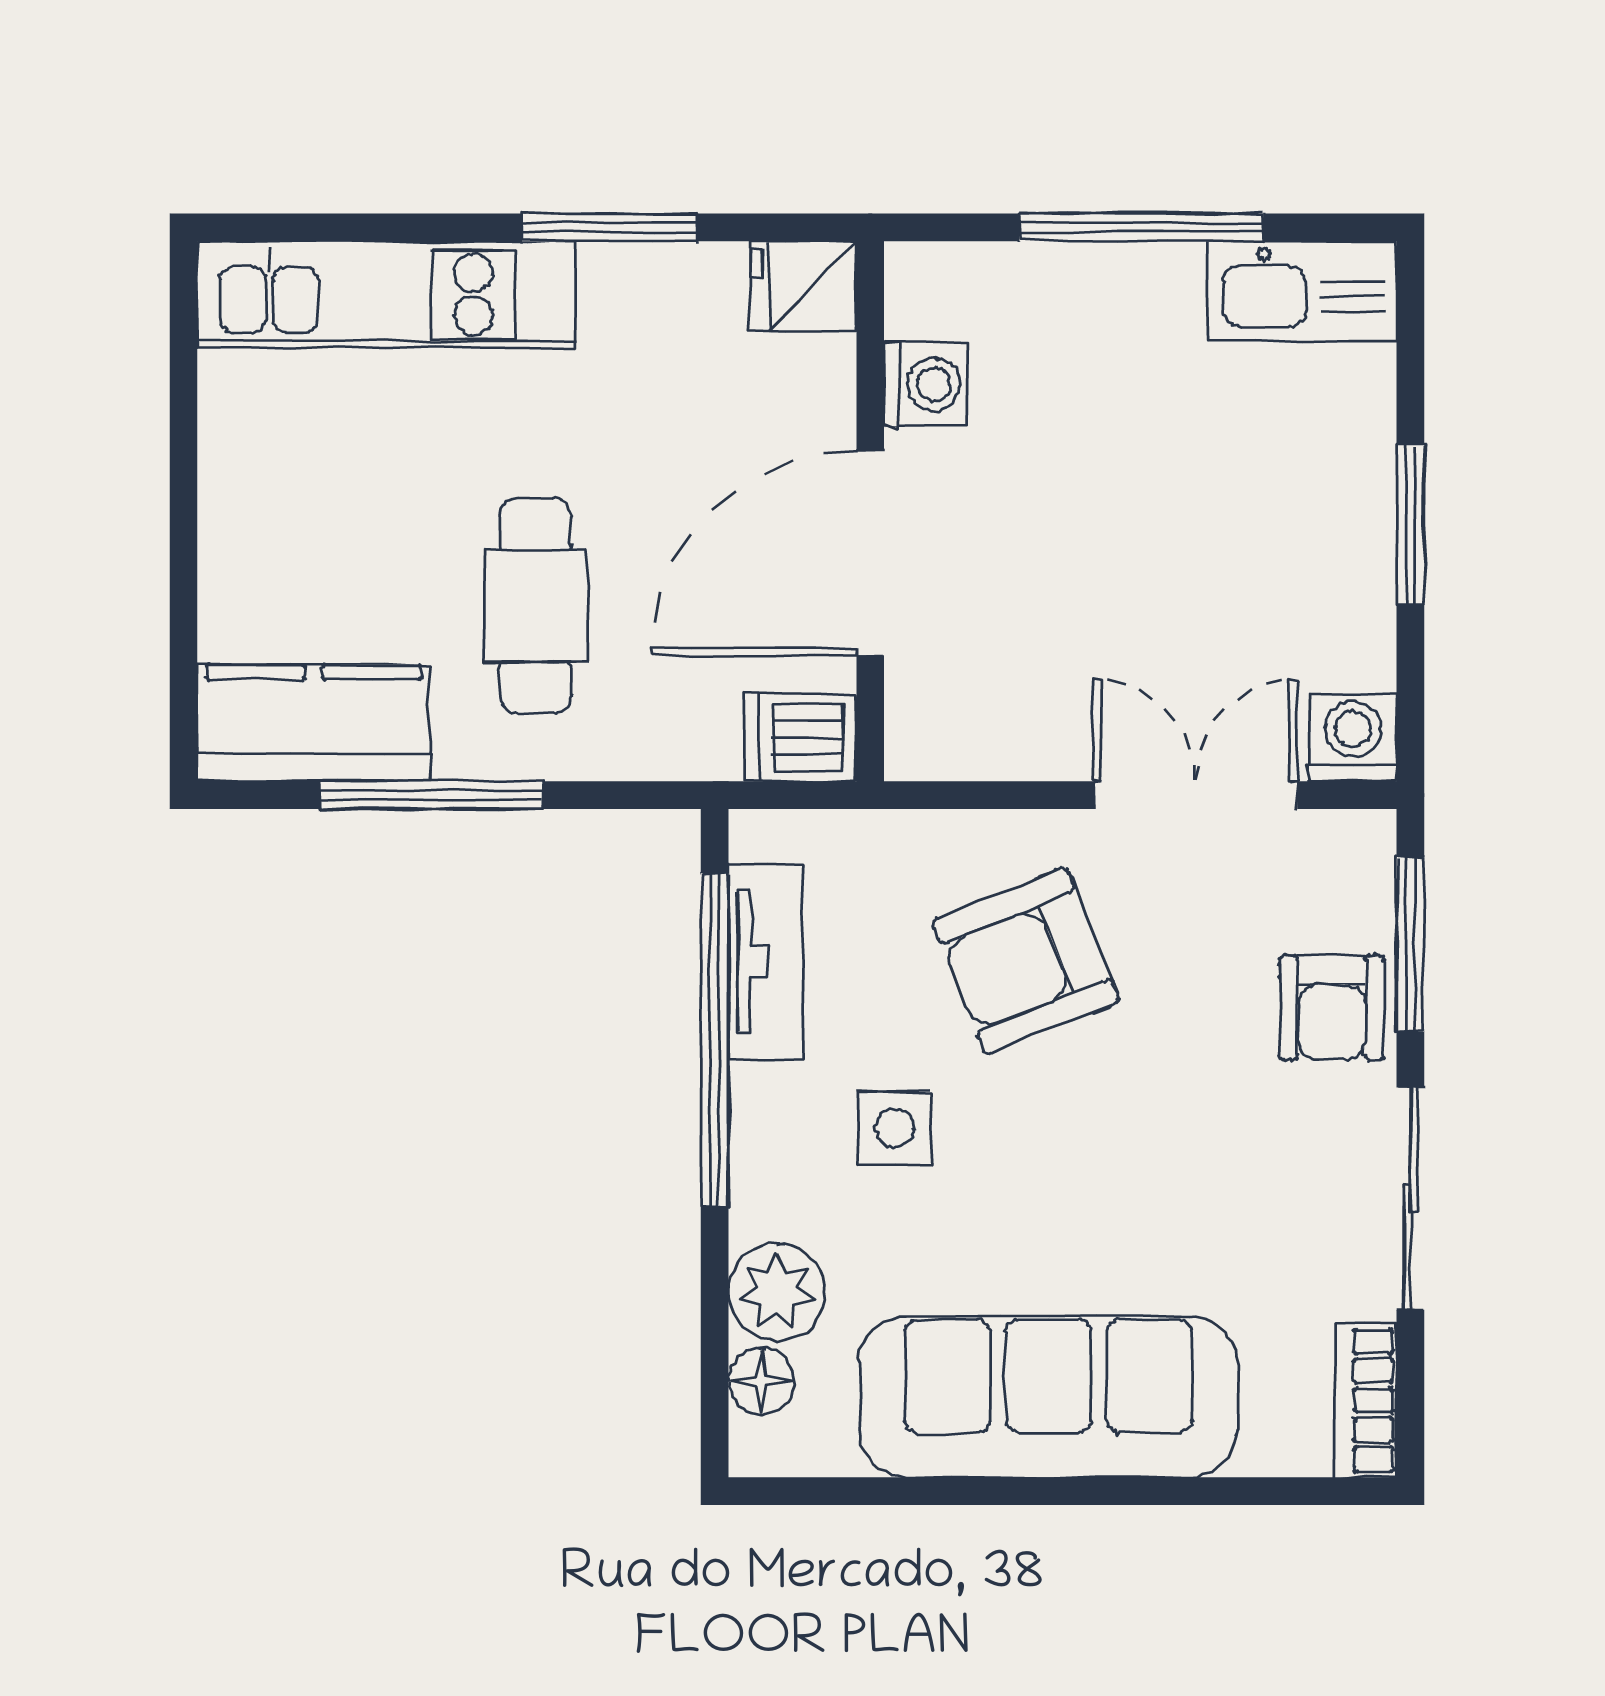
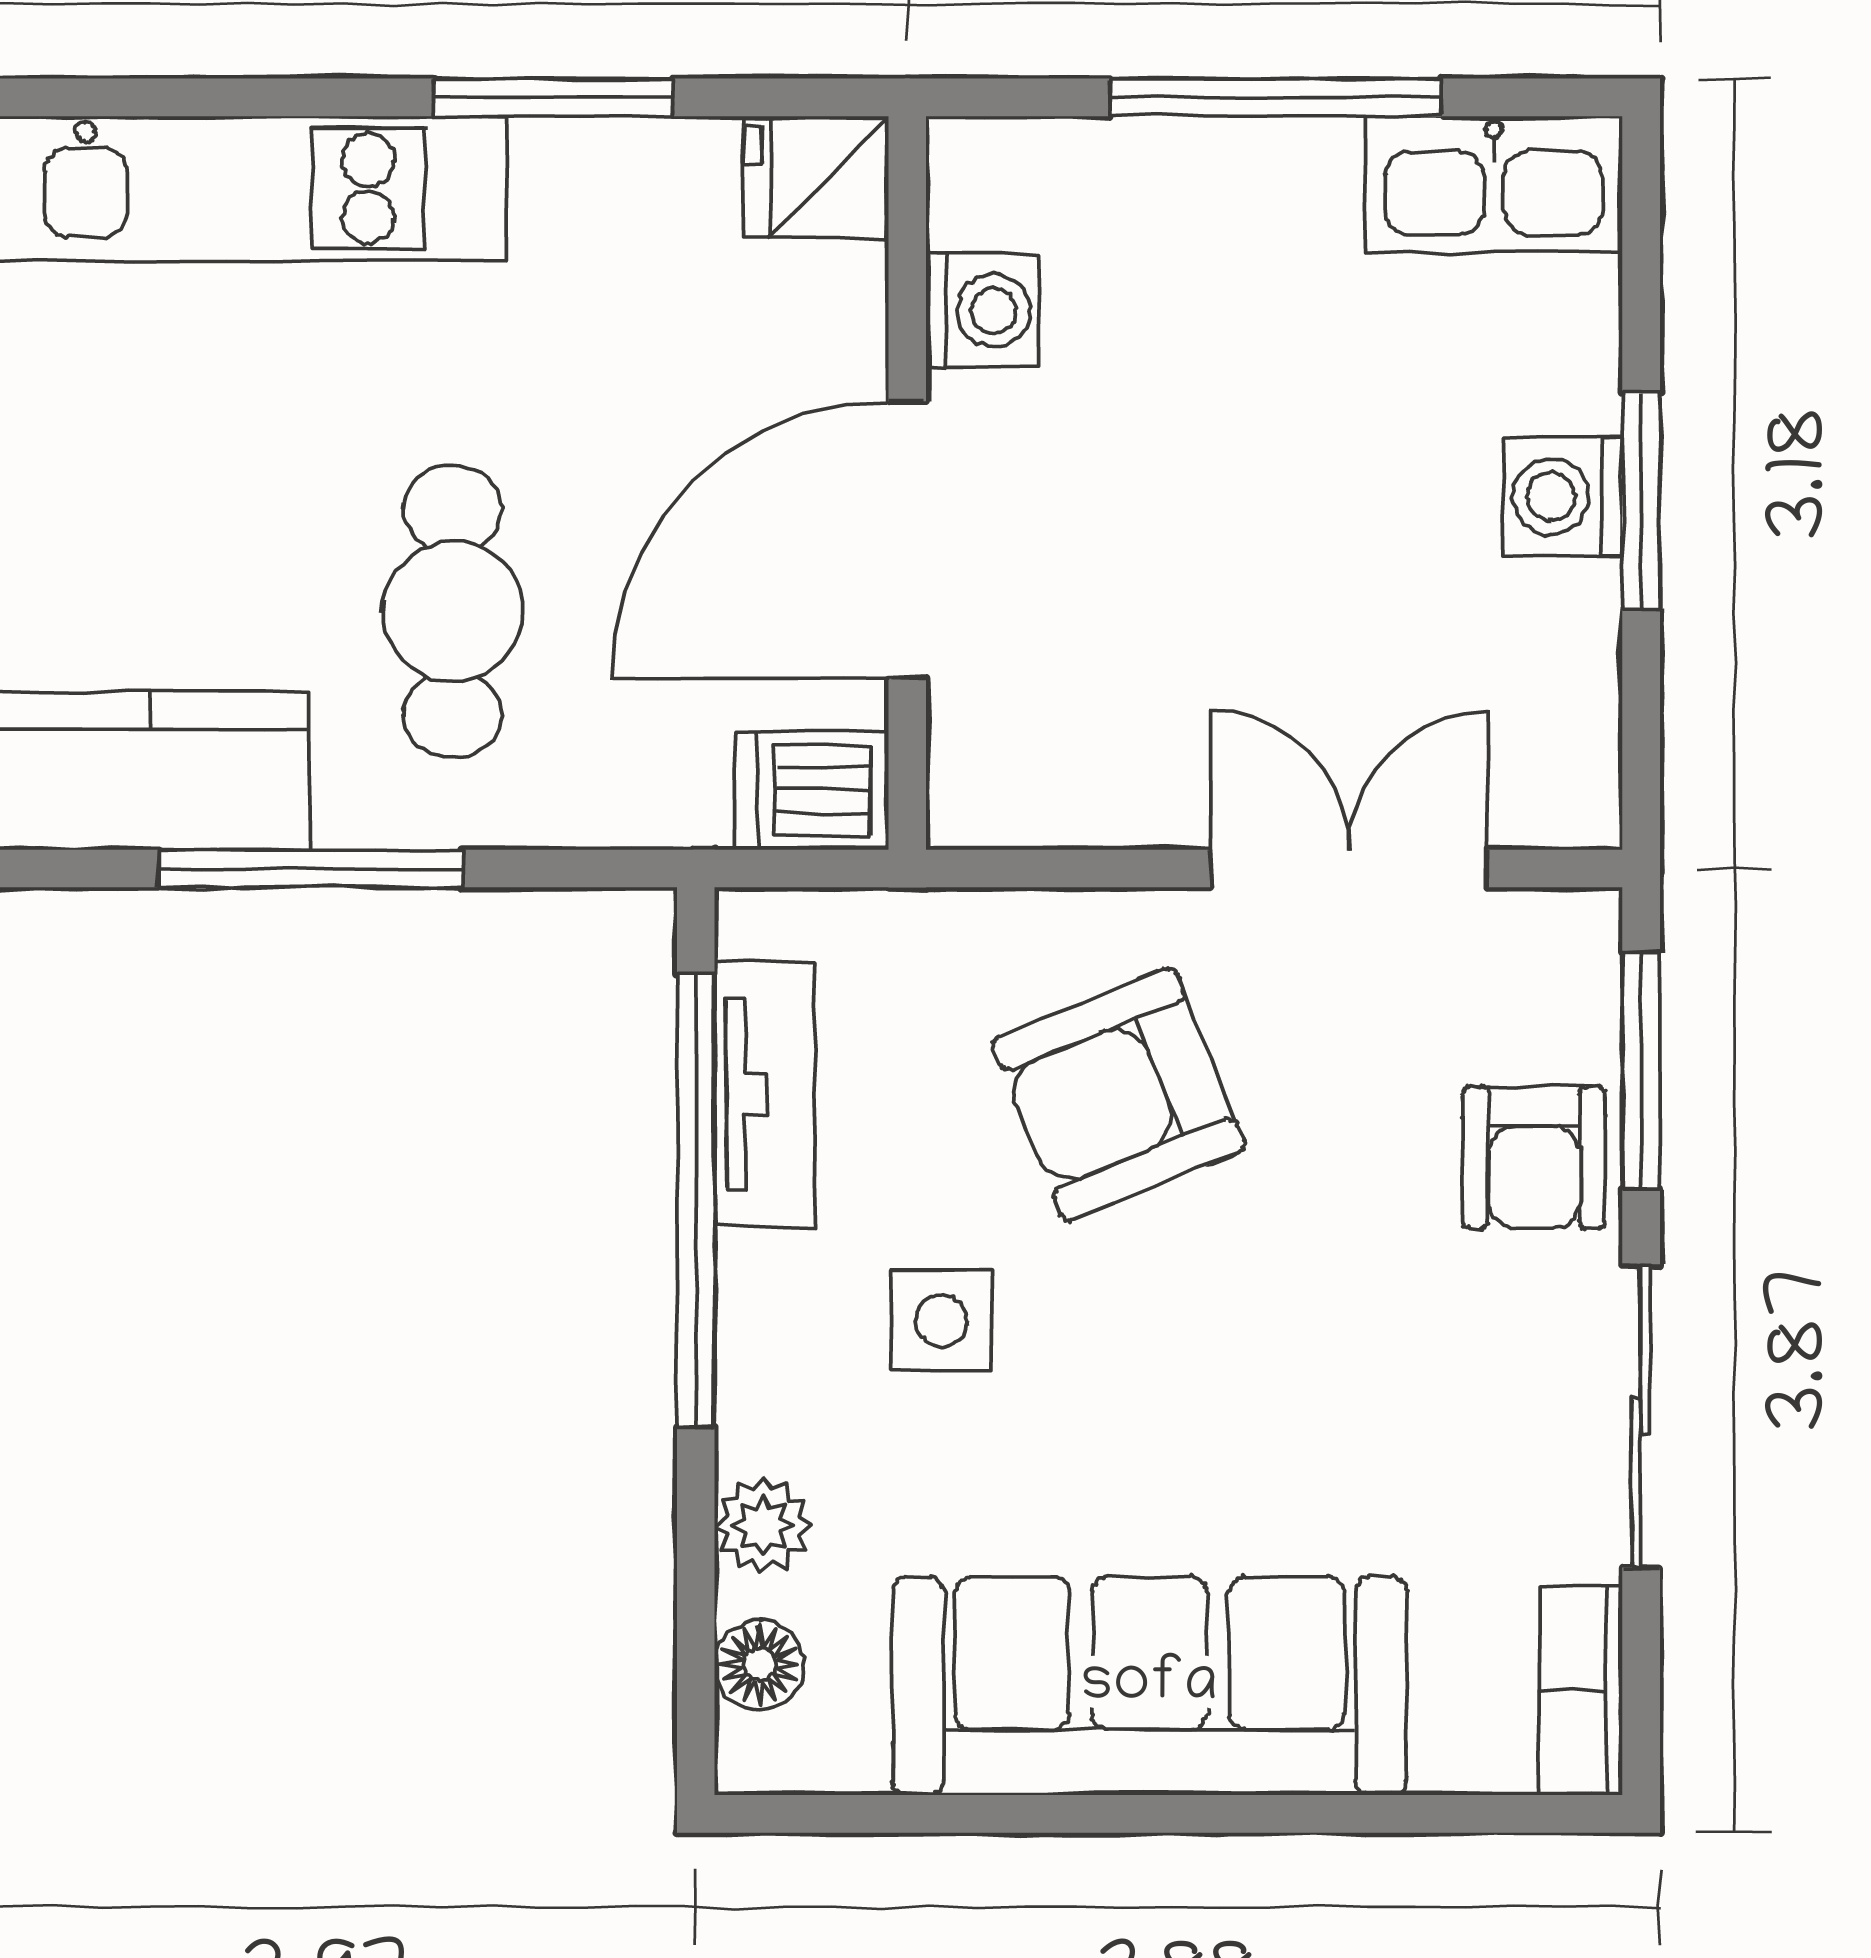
washing machine: (1353, 738) -> (1563, 497), moved, turned -90
plant: (777, 1292) -> (763, 1526), width x0.73, depth x0.73

